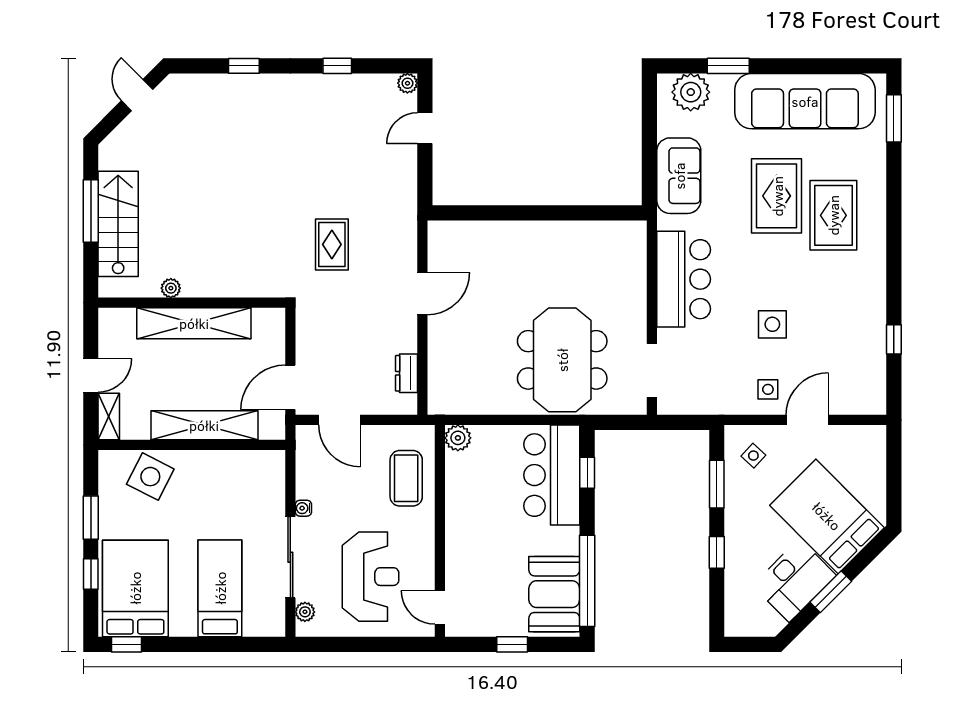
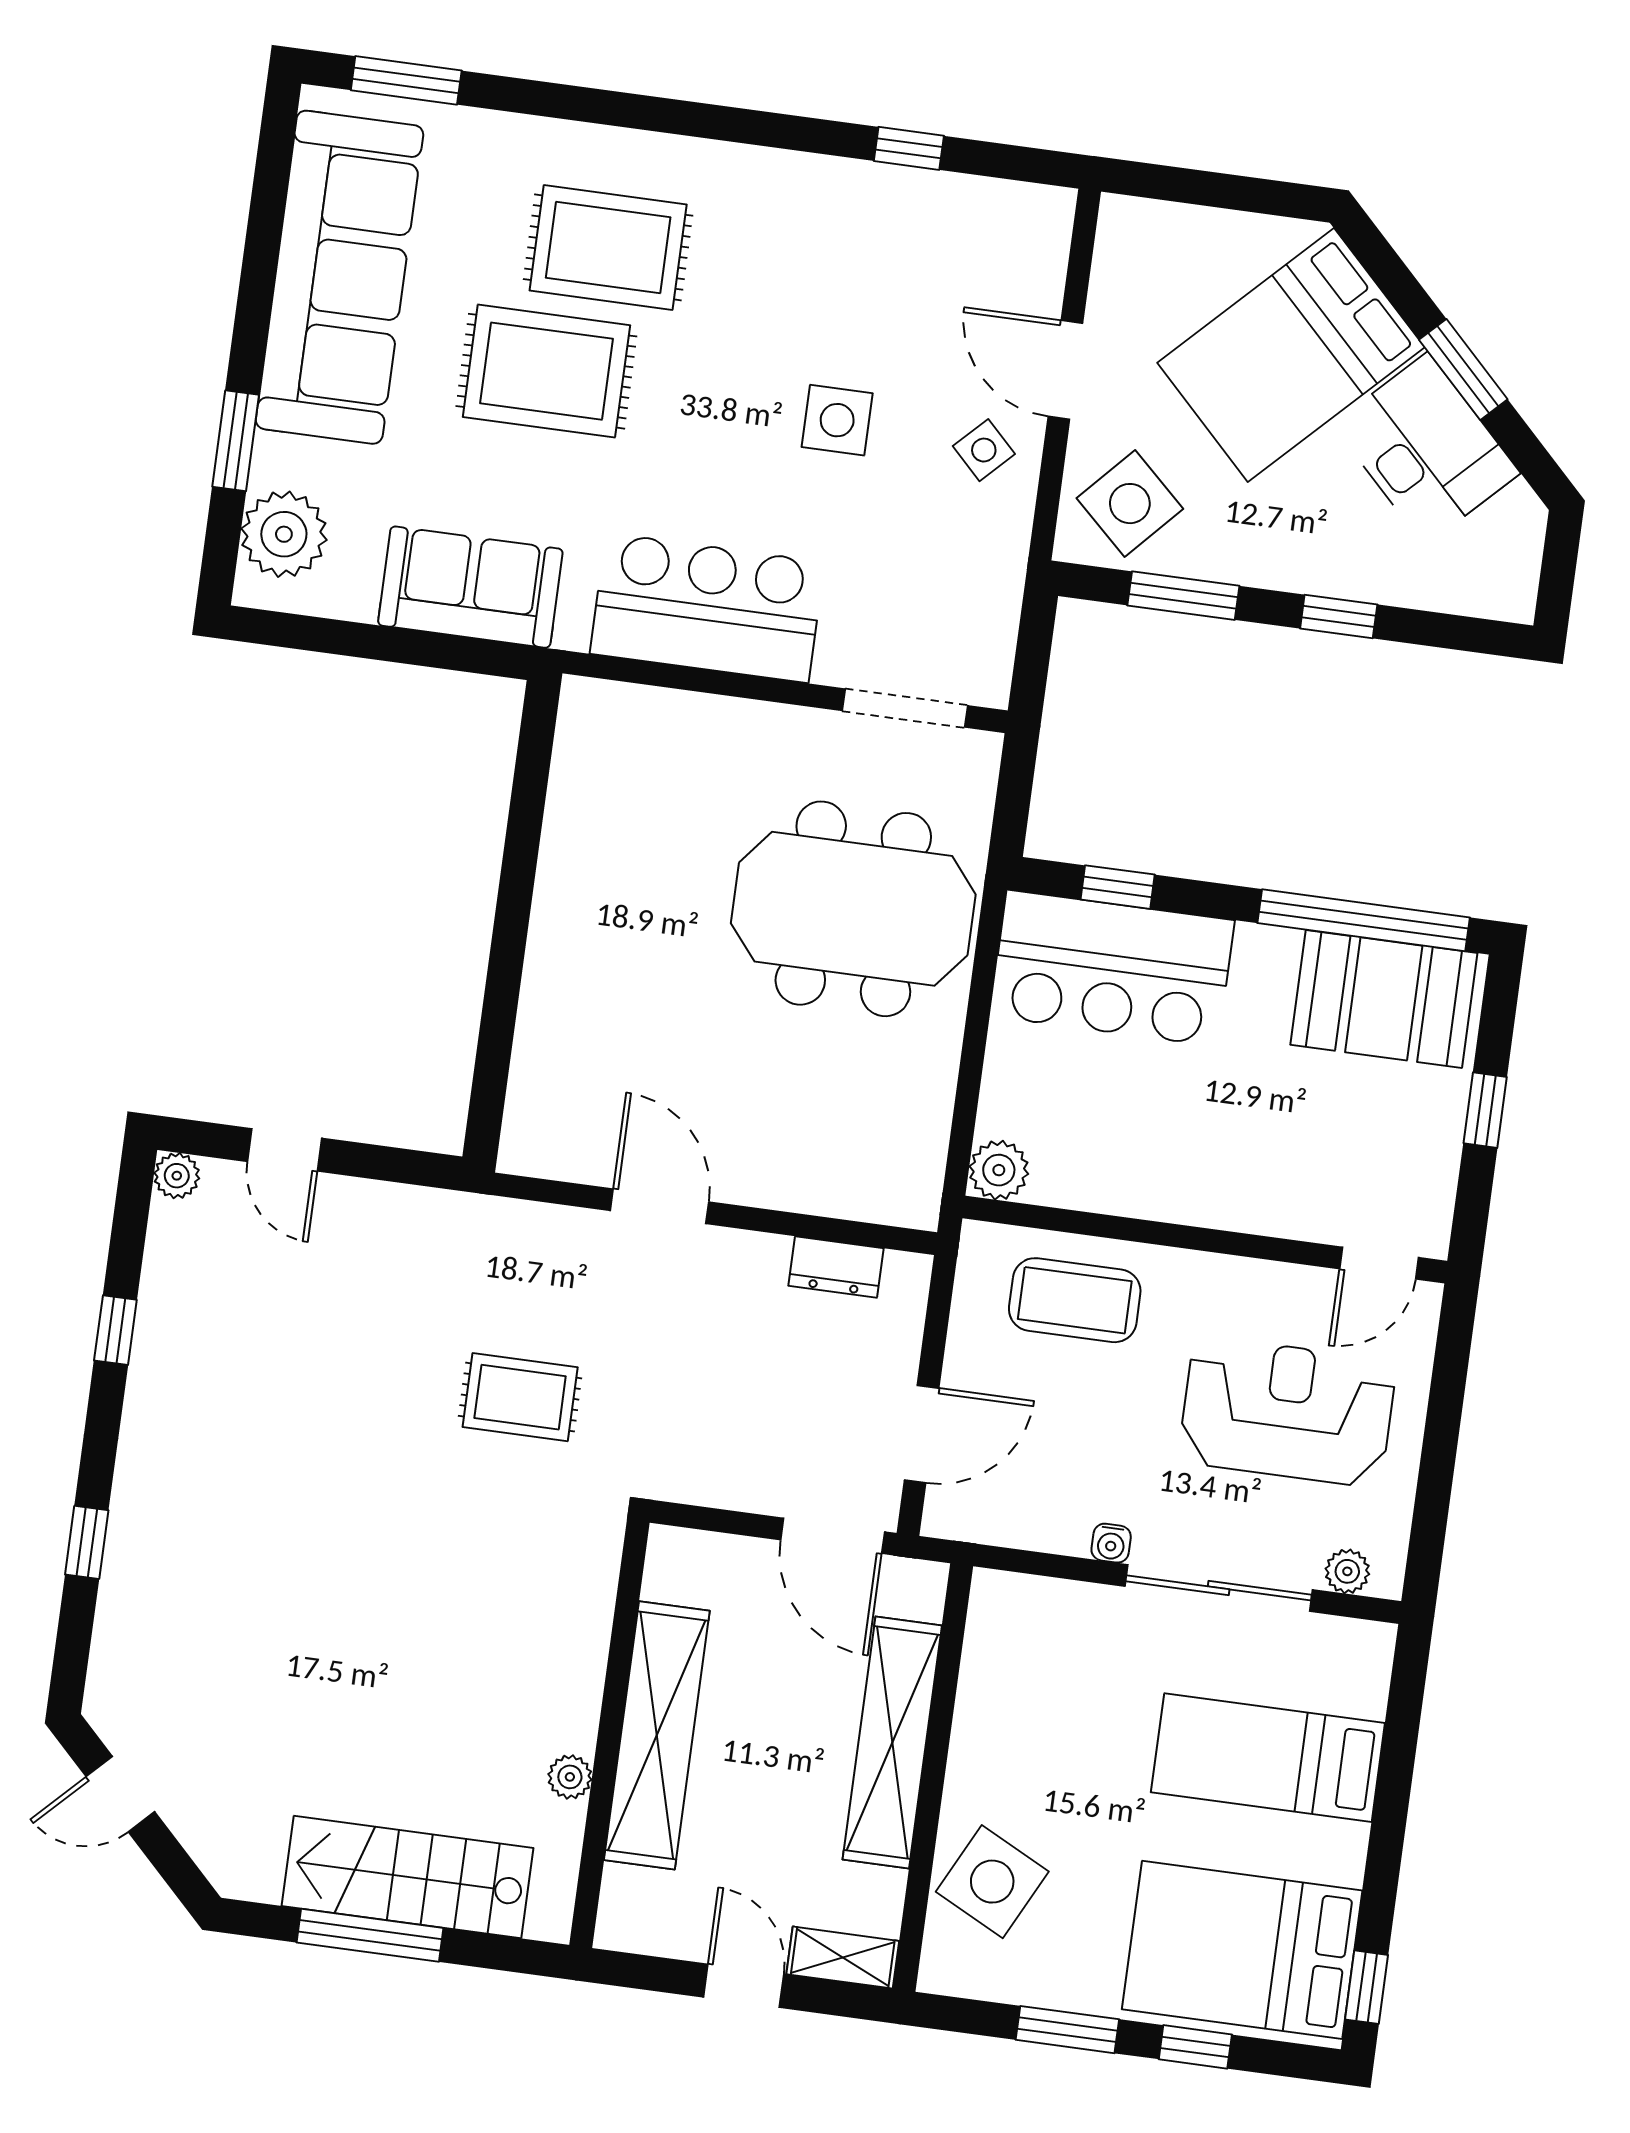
side table: (768, 389) -> (984, 450), turned 45
side table: (753, 456) -> (1130, 504), width x1.87, depth x1.87

